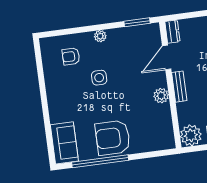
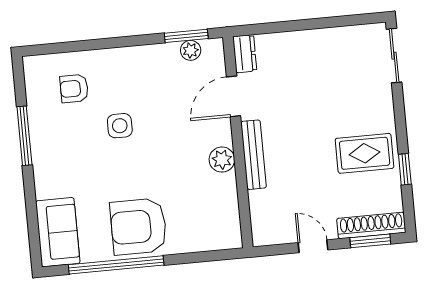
plant: (100, 36) -> (191, 50), moved
window: (42, 86) -> (24, 136), added
bench: (179, 87) -> (254, 155), width x1.36
plant: (191, 135) -> (269, 228), removed

